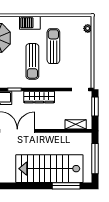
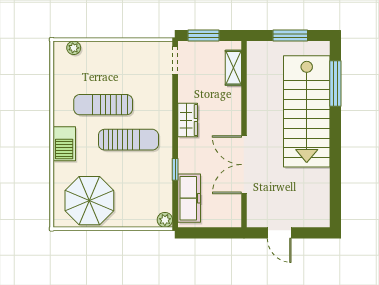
wardrobe: (39, 97) -> (188, 120), width x0.67
window: (95, 159) -> (290, 36), width x0.69

